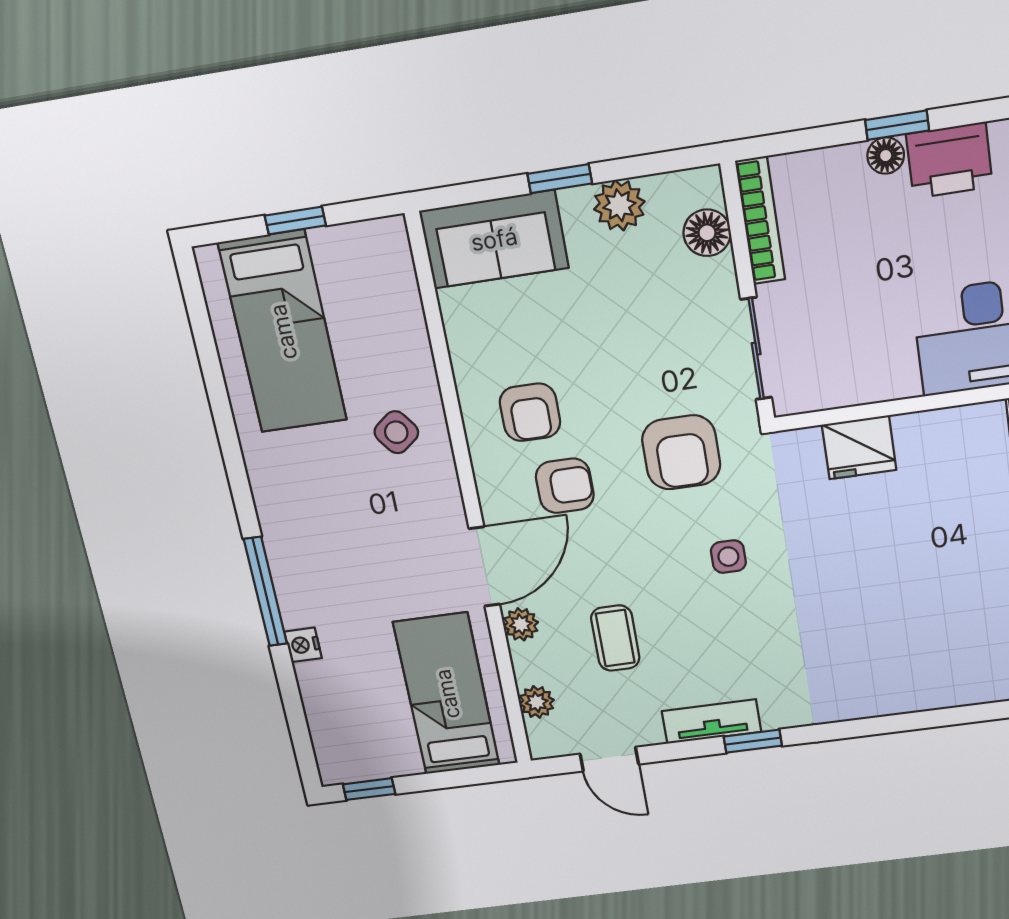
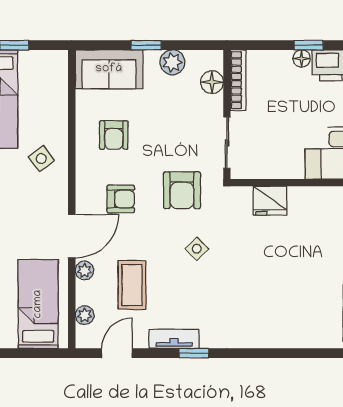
armchair: (530, 412) -> (114, 135), moved
side table: (728, 557) -> (197, 249), turned 45
coffee table: (615, 638) -> (132, 285), width x1.36, depth x1.30
door: (609, 759) -> (117, 353), swing flipped

